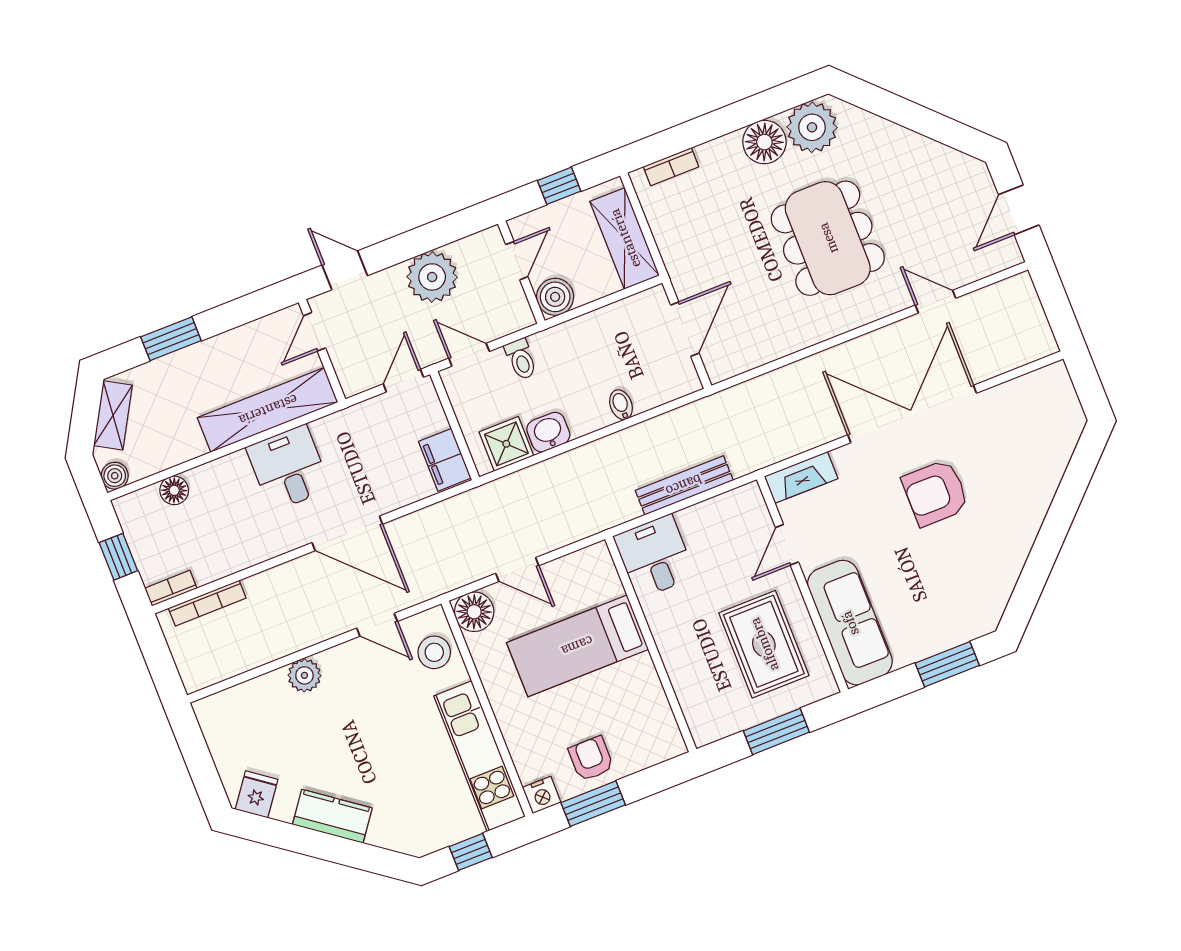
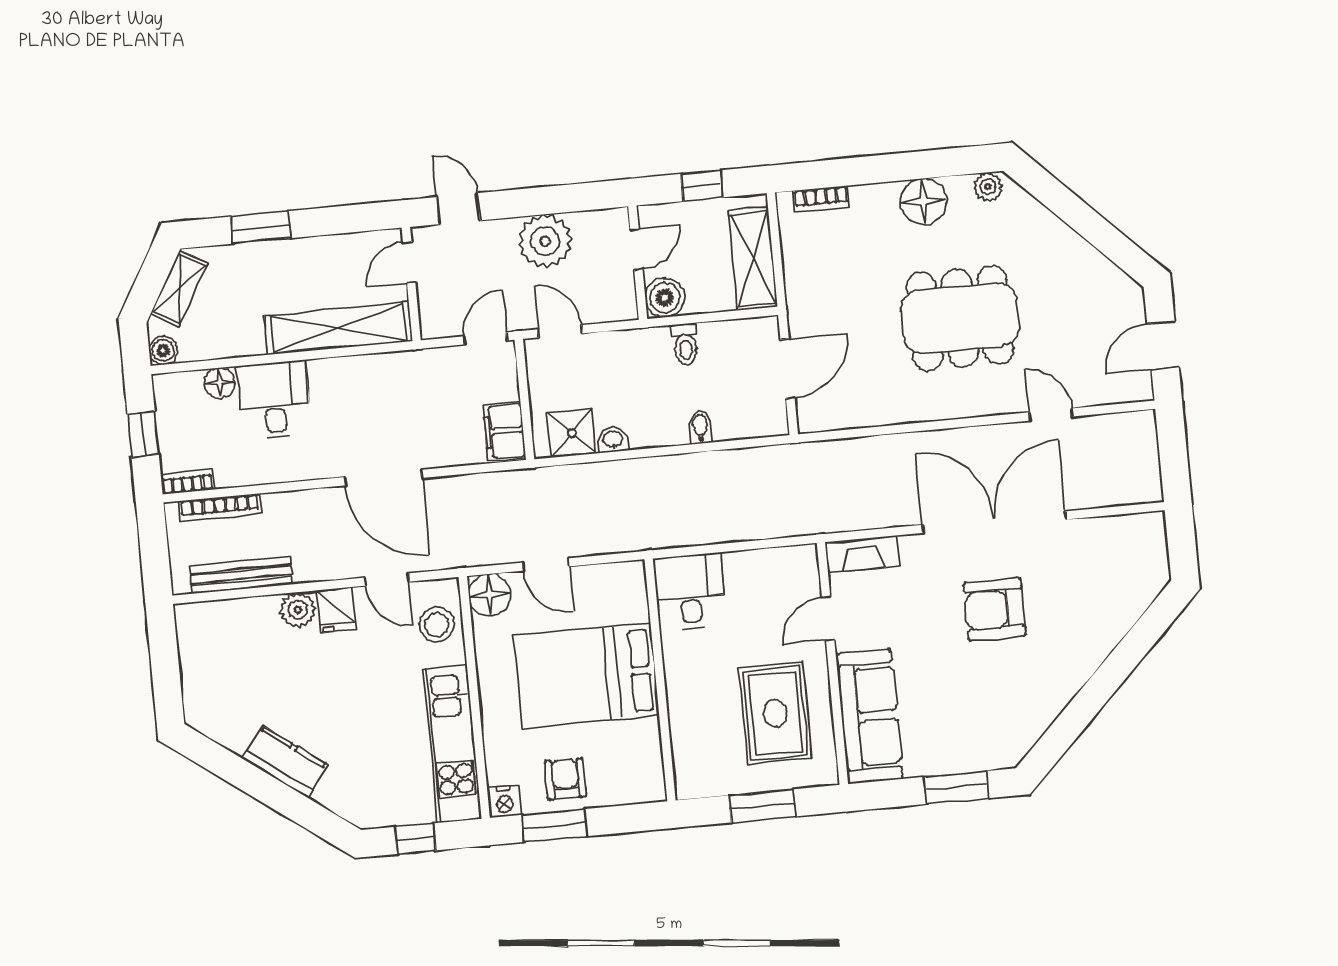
plant: (812, 127) -> (988, 187), width x0.53, depth x0.53
dining table: (828, 238) -> (960, 318), turned 90
toilet: (521, 359) -> (685, 344), moved
washbasin: (548, 432) -> (613, 440), width x0.72, depth x0.69
desk: (288, 468) -> (274, 400), moved
bench: (684, 485) -> (241, 575), moved
bed: (577, 646) -> (586, 676), width x1.50
fridge: (257, 794) -> (336, 610), moved, turned 144

